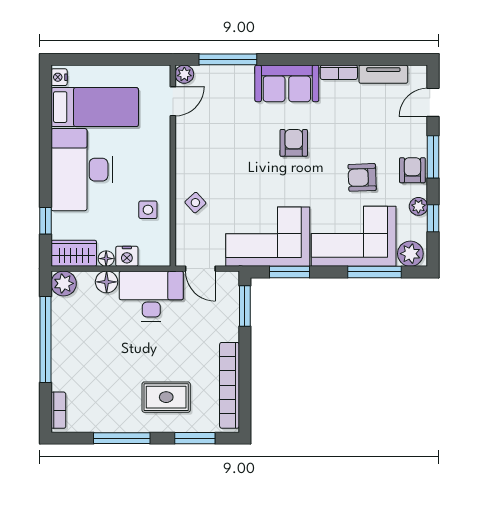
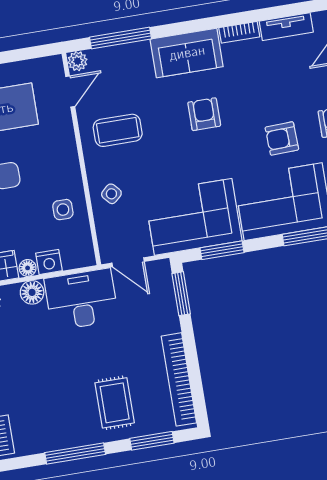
coffee table: (211, 145) -> (118, 130), added
rug: (166, 397) -> (115, 403), turned 90

